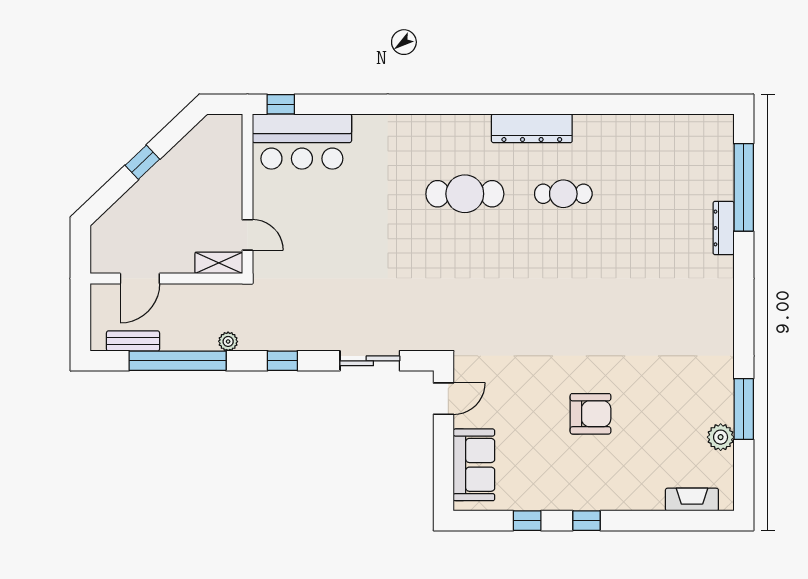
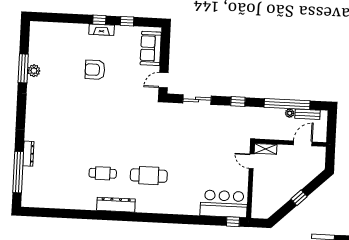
plant: (228, 341) -> (290, 113), moved
plant: (721, 437) -> (34, 71), moved
fireplace: (692, 500) -> (102, 30), moved

